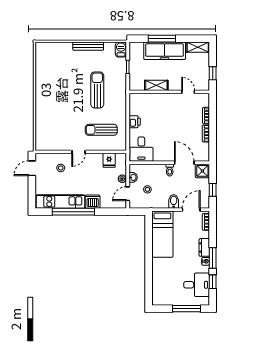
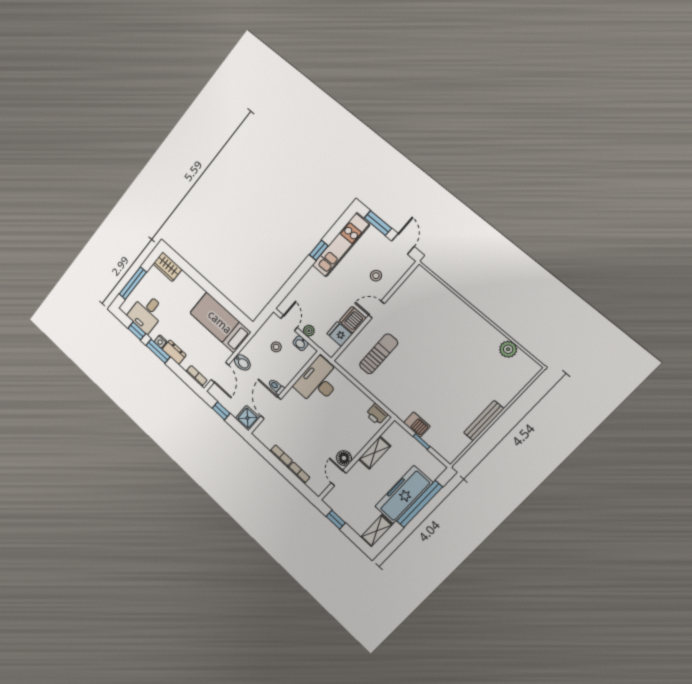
window: (162, 39) -> (419, 504), width x1.46
barbecue: (121, 50) -> (417, 425), moved
plant: (41, 67) -> (508, 349), added
sun lounger: (97, 90) -> (426, 387), removed
door: (188, 92) -> (339, 478), swing flipped
floor lamp: (175, 99) -> (344, 458), added
printer: (135, 122) -> (377, 414), moved
desk: (141, 149) -> (318, 382), width x1.37
door: (79, 152) -> (376, 309), hinge flipped
door: (184, 163) -> (271, 408), swing flipped
window: (32, 191) -> (378, 223), added
dishwasher: (93, 202) -> (353, 320), moved, turned 180
window: (73, 212) -> (319, 250), width x0.32
wardrobe: (158, 295) -> (167, 267), added

